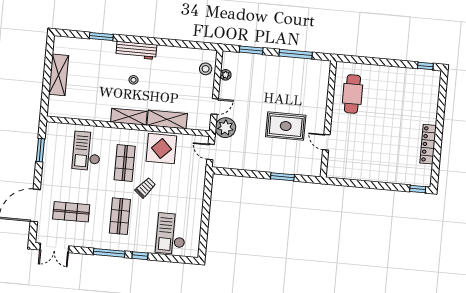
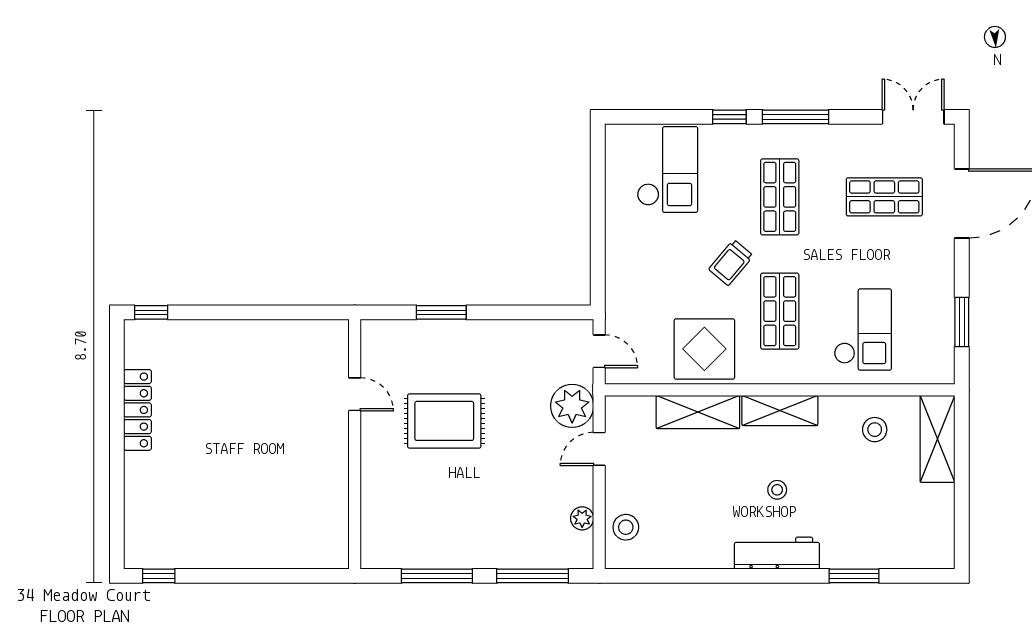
window: (251, 50) -> (532, 576), width x1.44
shelving: (59, 75) -> (938, 439), moved
cafe table: (352, 94) -> (308, 502), removed
stool: (85, 104) -> (875, 430), added

